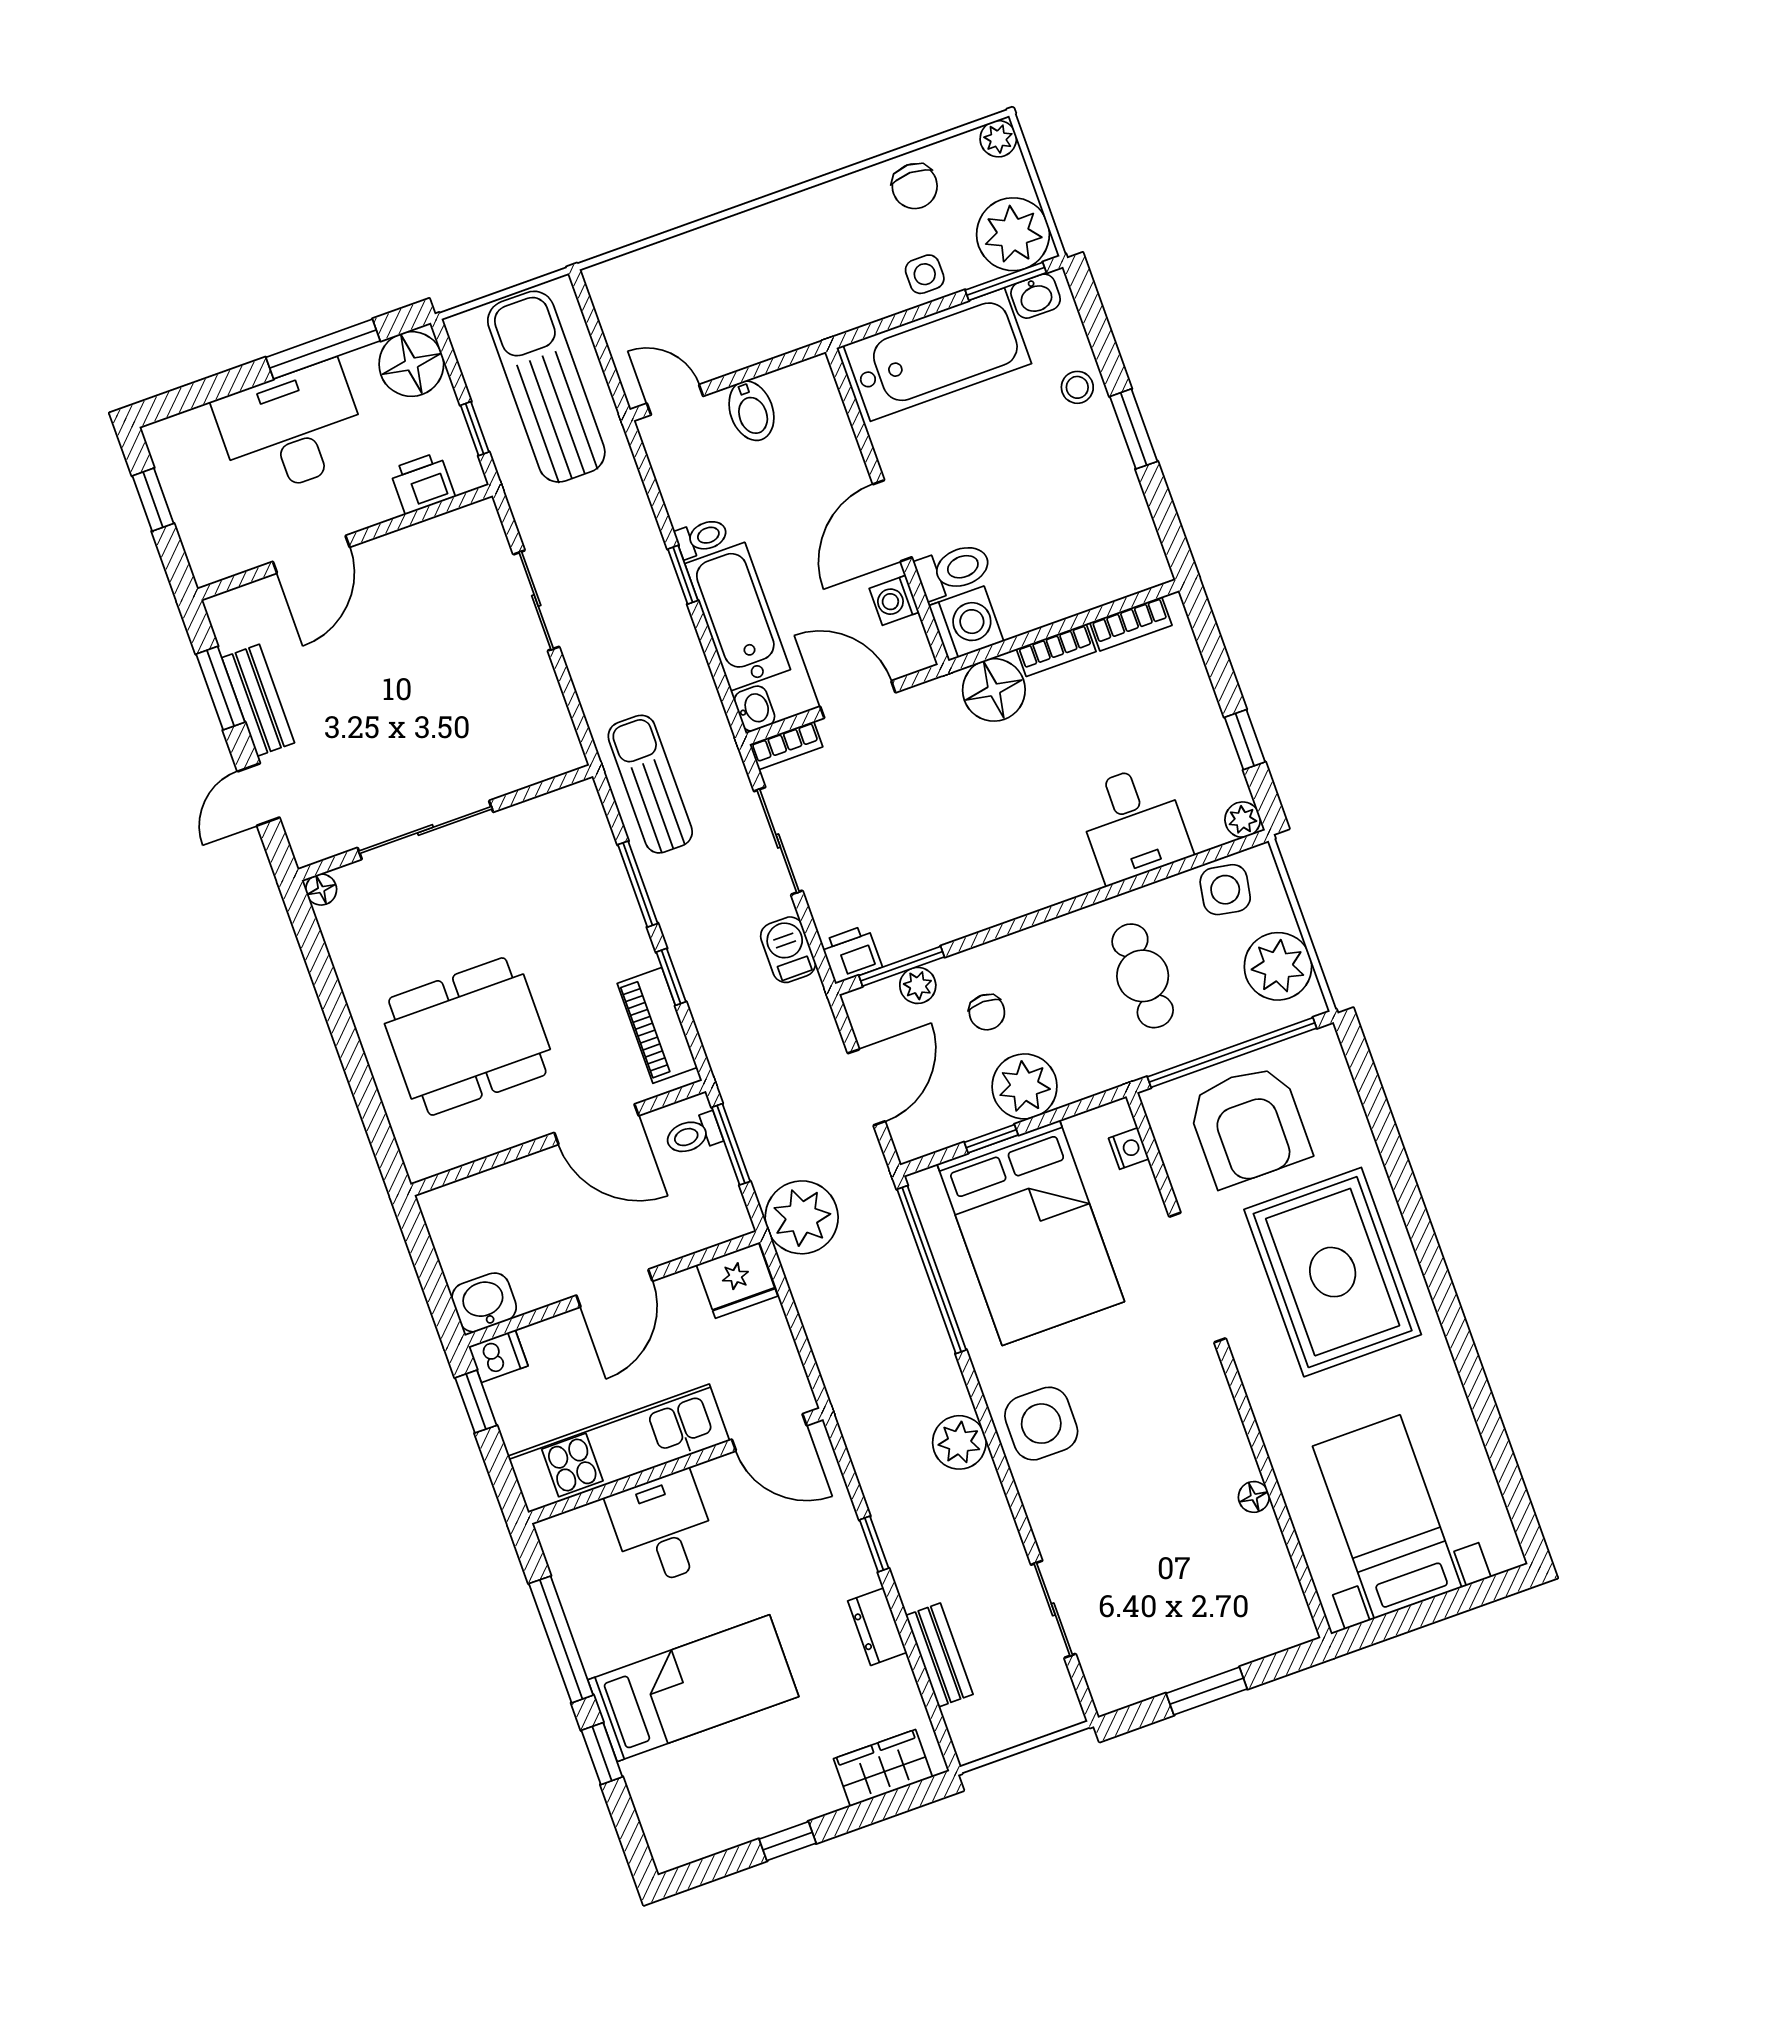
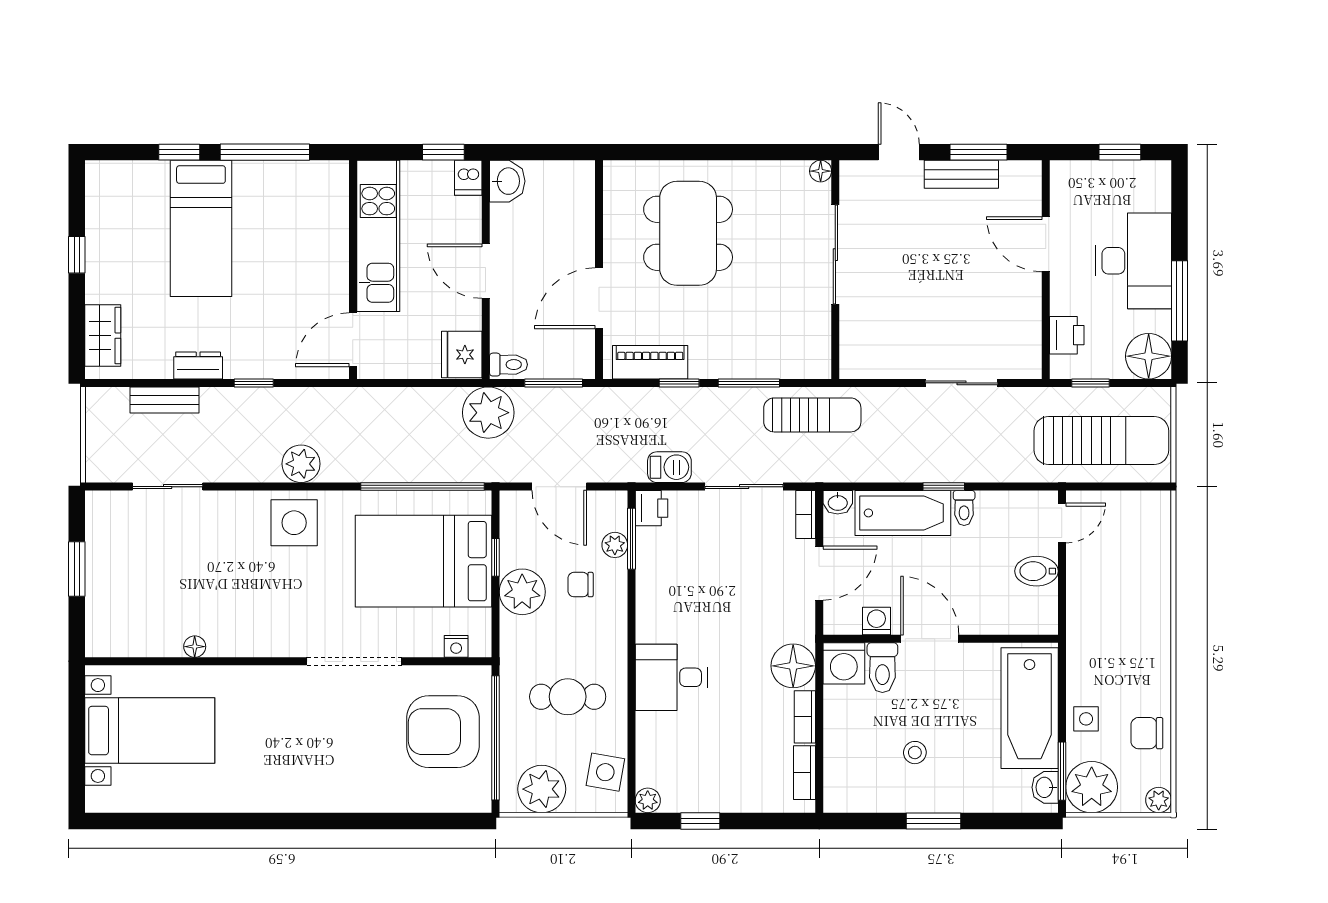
stool: (1077, 387) -> (915, 753), moved
desk: (1133, 823) -> (671, 677), moved
toilet: (693, 1135) -> (508, 365), moved, turned 90
rug: (1333, 1272) -> (325, 753), removed
desk: (663, 1529) -> (314, 246), removed

